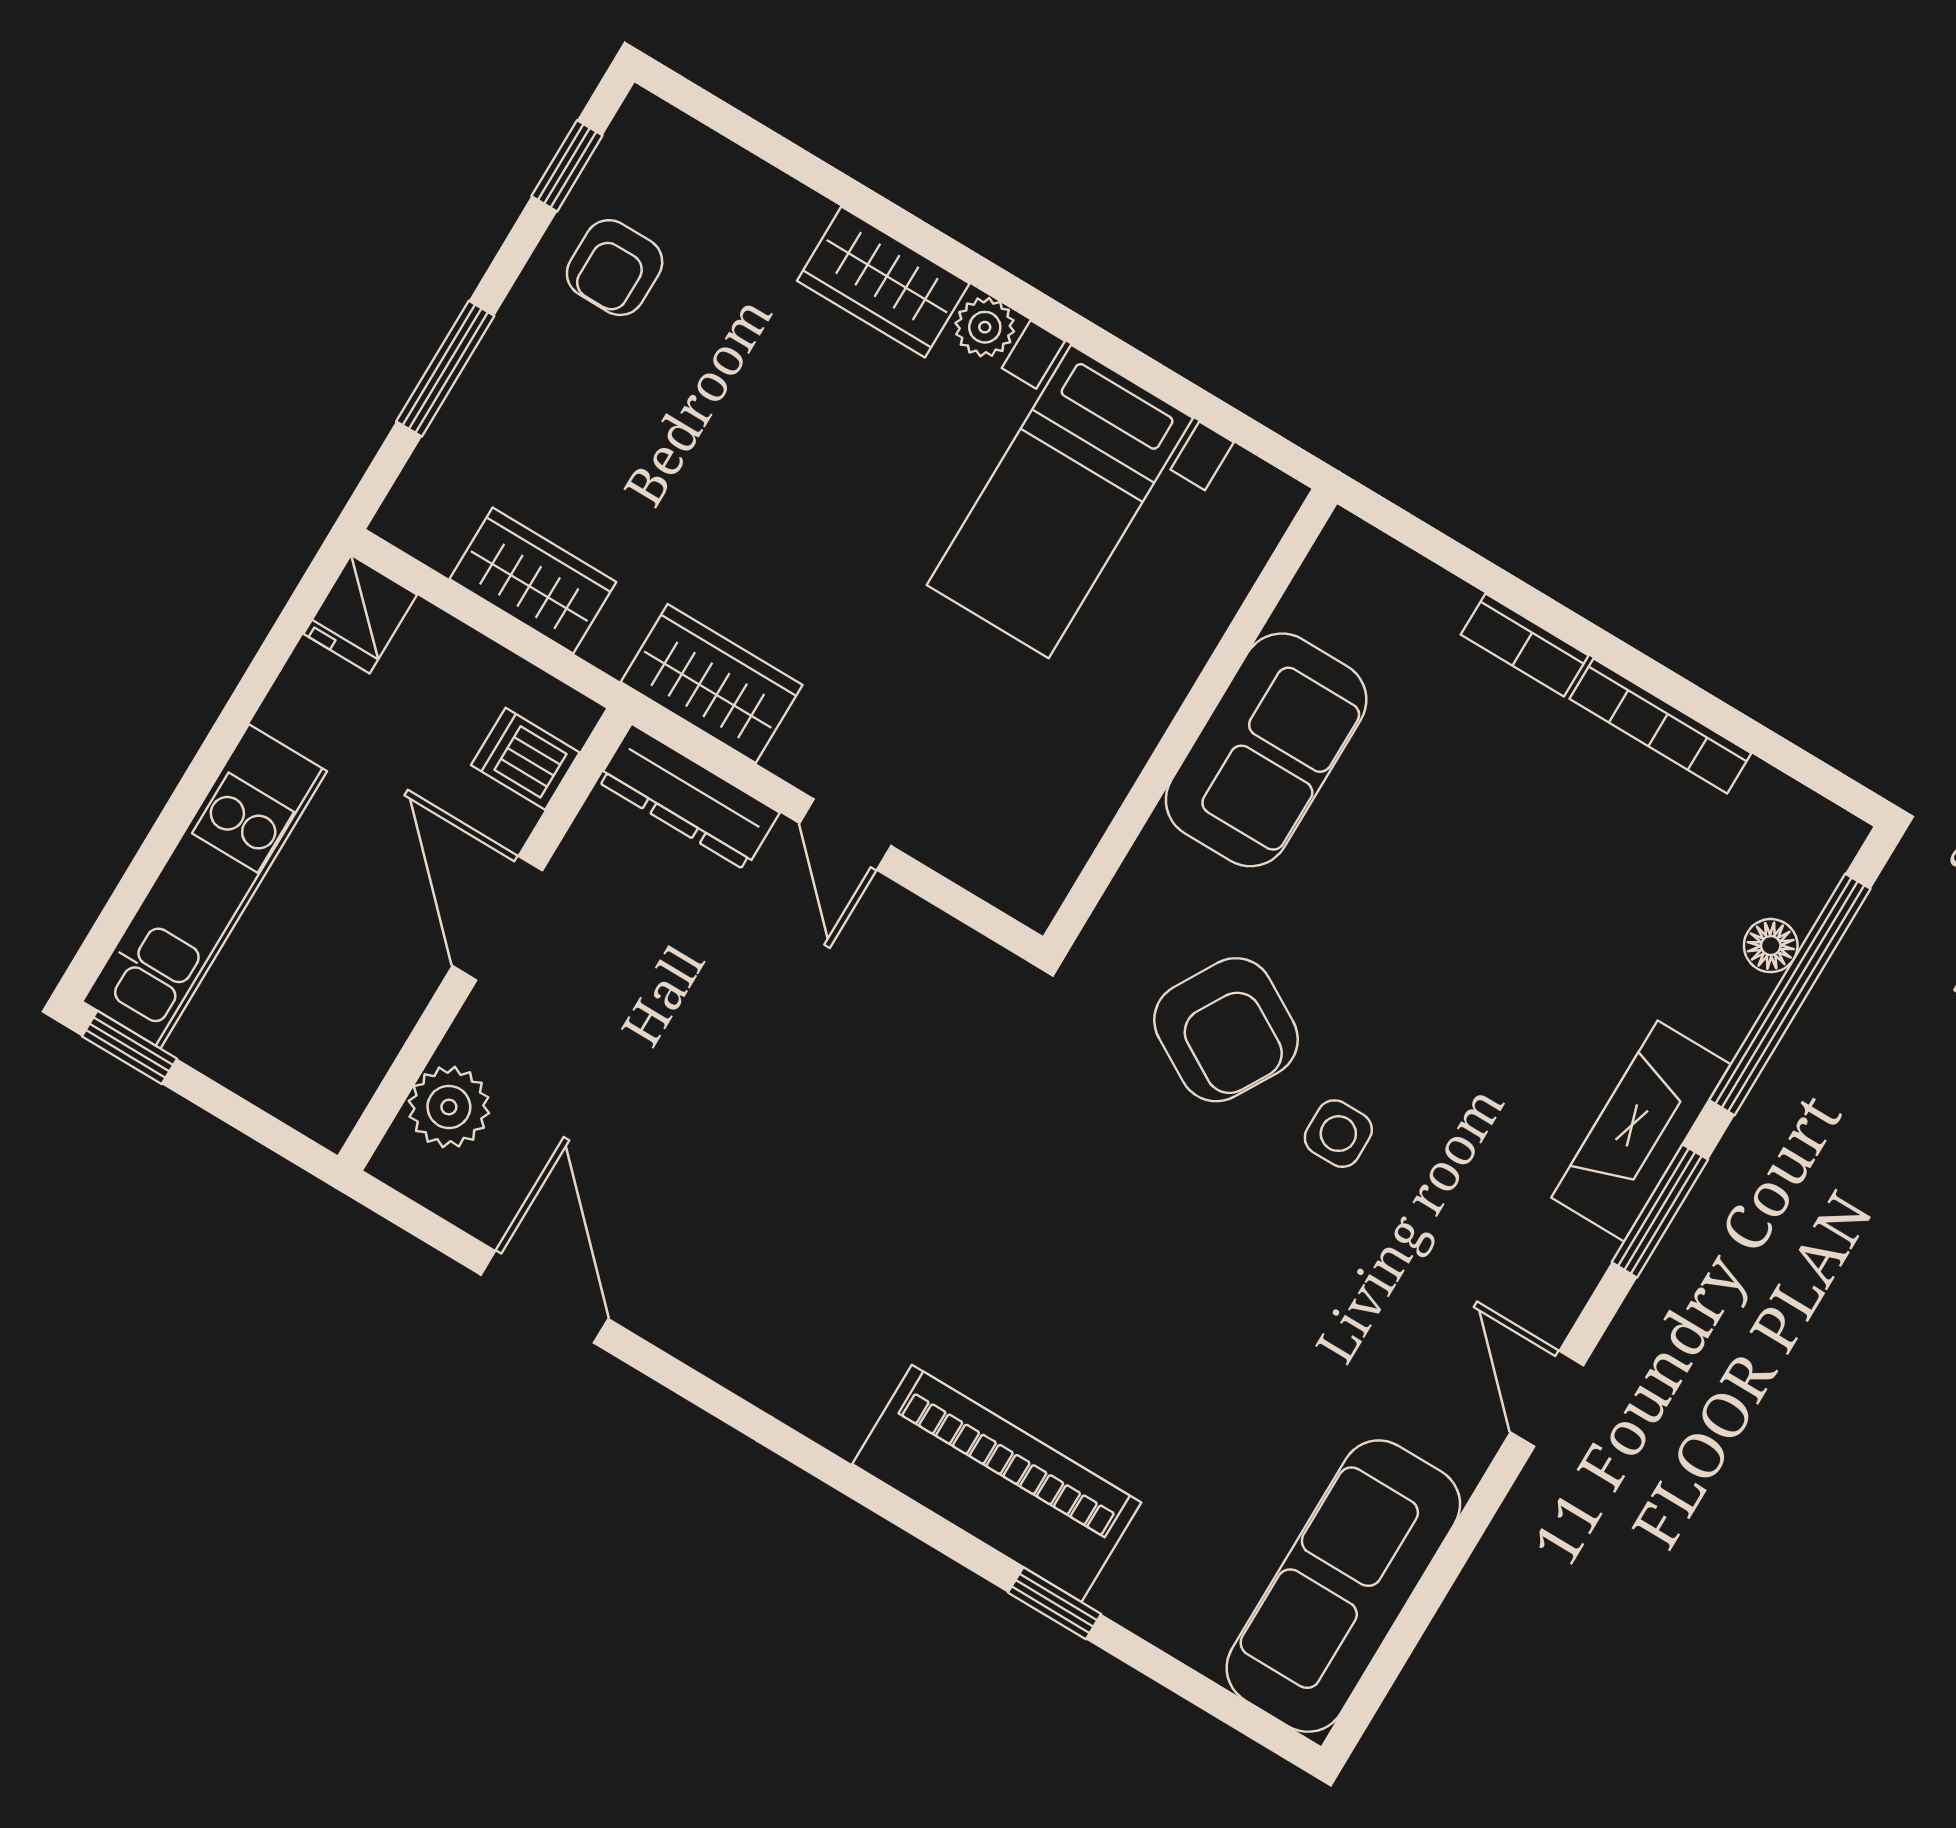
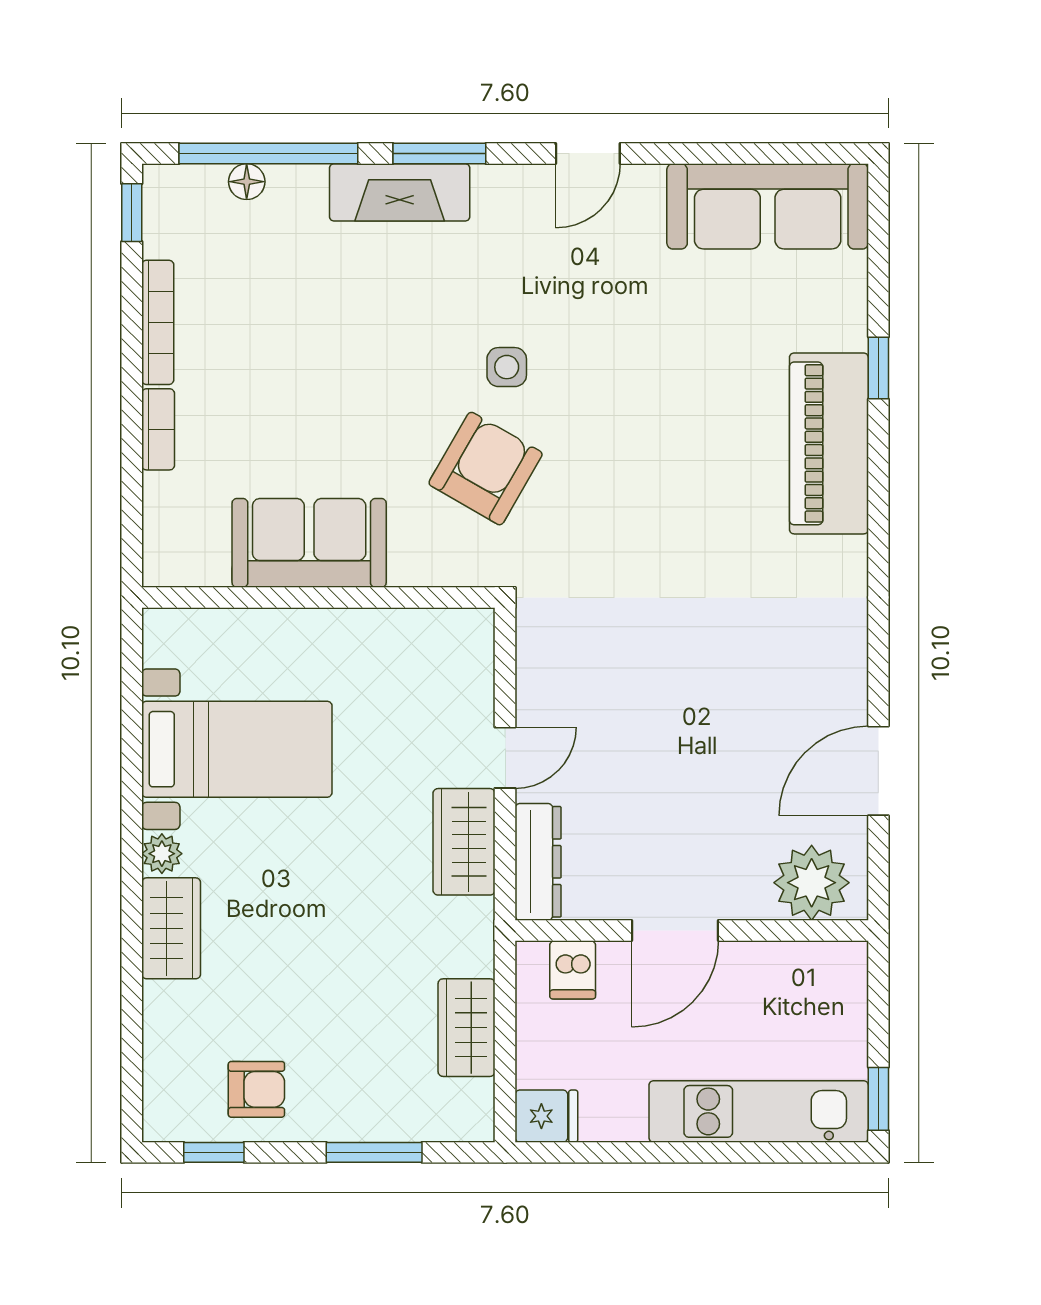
wardrobe: (712, 684) -> (464, 842), moved
window: (1819, 776) -> (132, 213), added
plant: (449, 1107) -> (812, 883), width x1.36, depth x1.36

